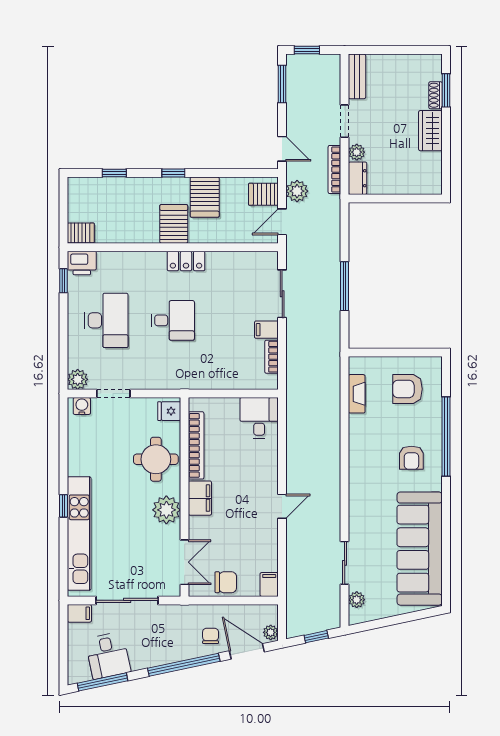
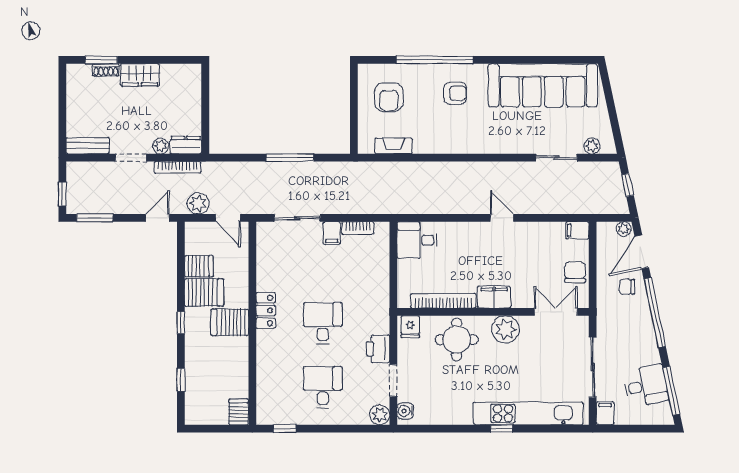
server rack: (263, 194) -> (199, 266), moved, turned -90
printer: (82, 263) -> (378, 349), moved, turned 180
desk: (106, 320) -> (323, 387), width x0.73

